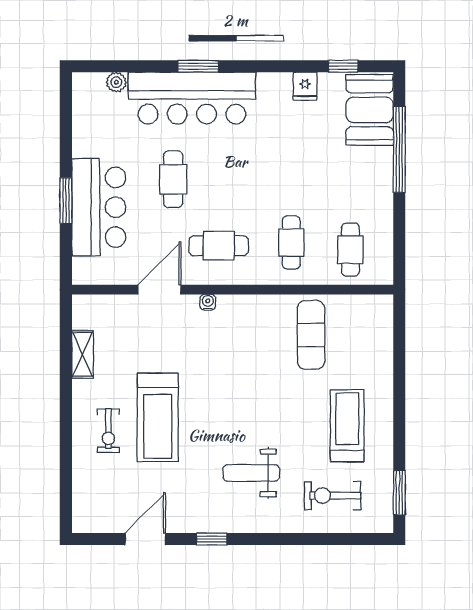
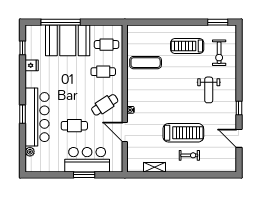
booth: (370, 110) -> (68, 40), moved, width x1.36, depth x1.42
cafe table: (219, 246) -> (105, 105), turned 57

